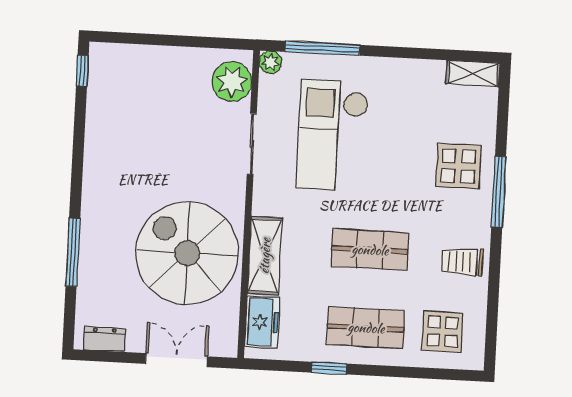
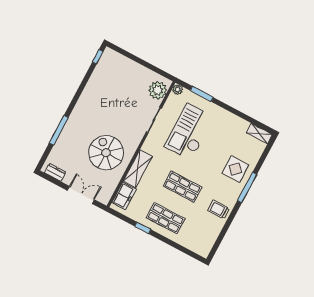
window: (322, 48) -> (202, 94), width x0.69
spiral stairs: (187, 253) -> (106, 153), width x0.73, depth x0.73
display table: (442, 332) -> (197, 235), removed

